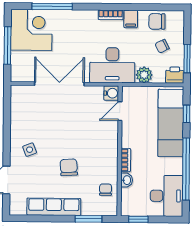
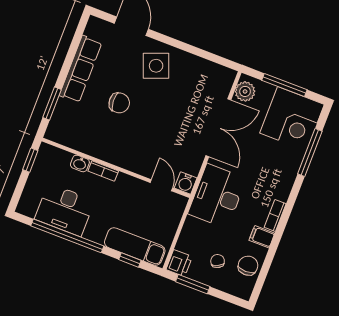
plant: (144, 75) -> (245, 91), moved
exam couch: (171, 123) -> (135, 246), width x0.73, depth x0.69
side table: (30, 150) -> (156, 66), width x1.87, depth x1.87
chair: (106, 190) -> (78, 135), removed
desk: (167, 196) -> (65, 210), moved

